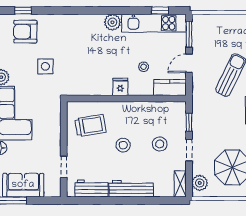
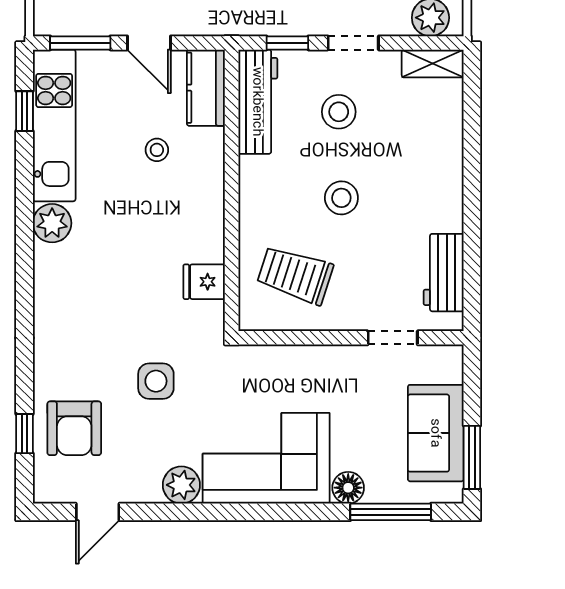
fridge: (120, 87) -> (204, 282), moved
trolley: (90, 125) -> (295, 275), turned -63
workbench: (131, 189) -> (258, 102), moved, turned 180

